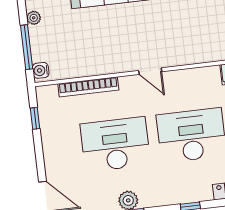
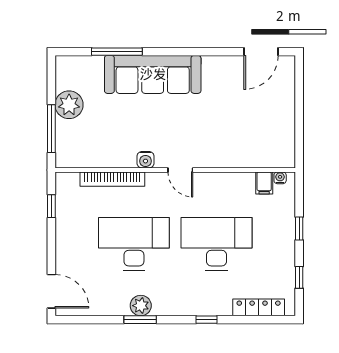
plant: (34, 18) -> (69, 105), width x1.87, depth x1.87
water cooler: (41, 70) -> (145, 160), moved, turned -90

